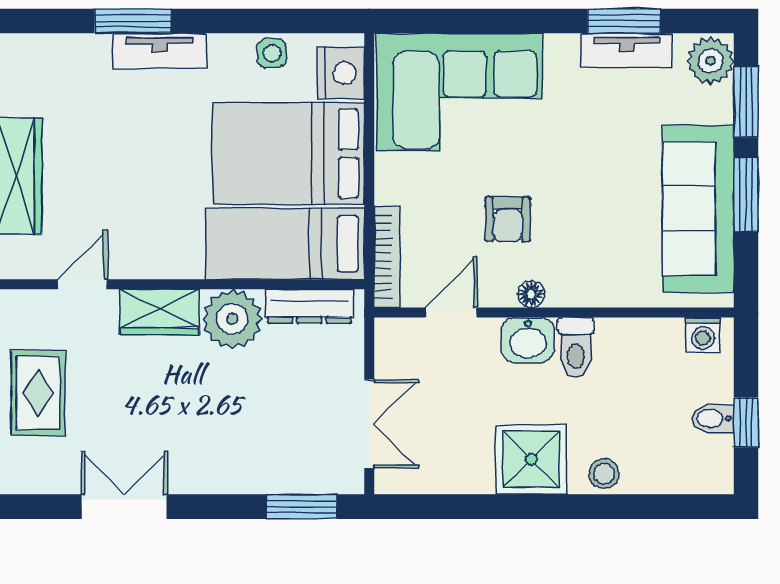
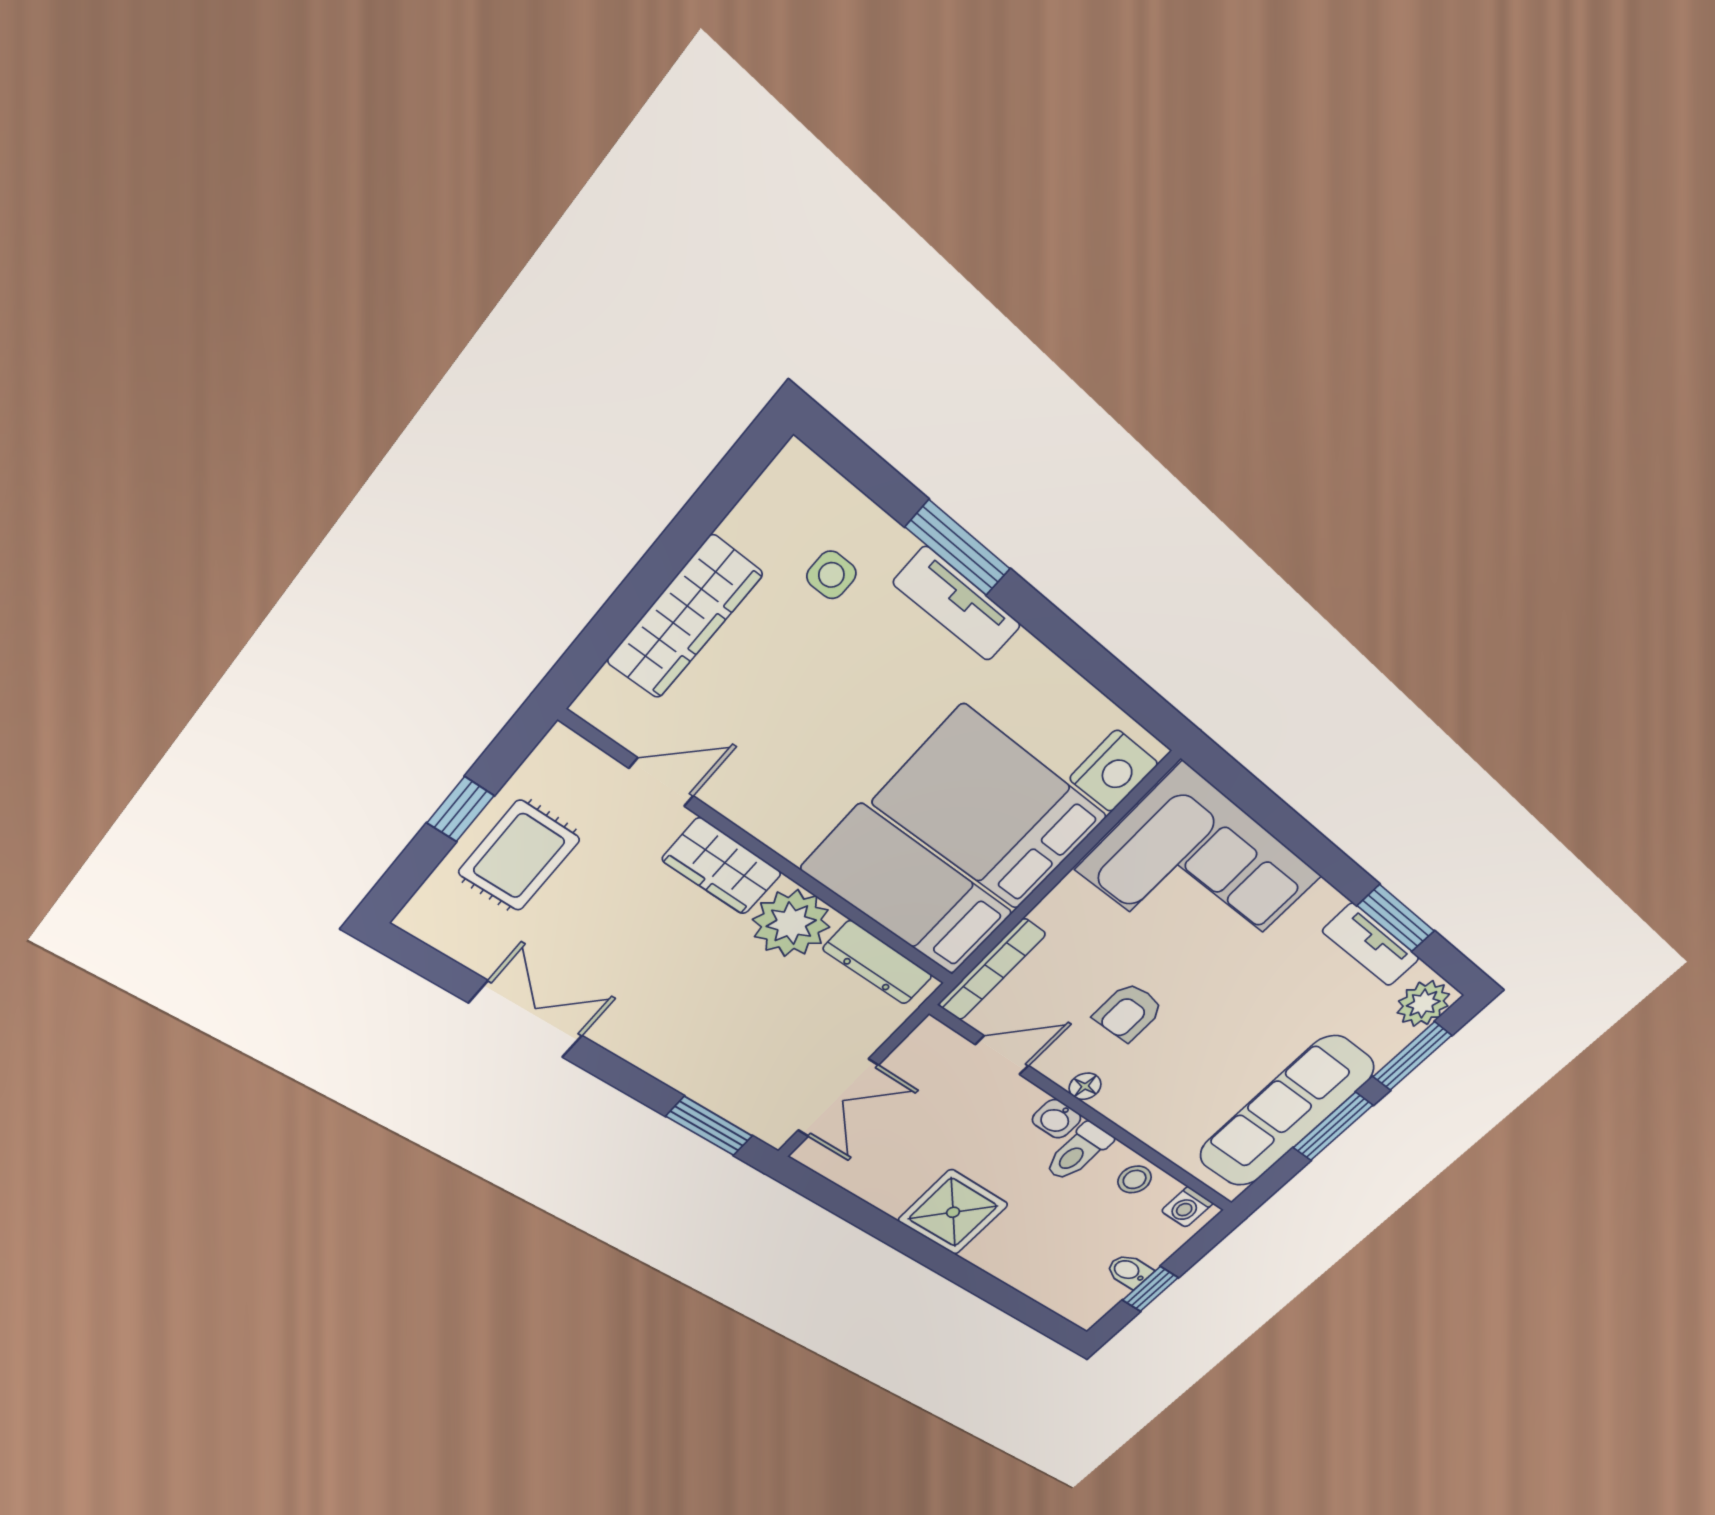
side table: (272, 53) -> (831, 575), moved
washbasin: (528, 340) -> (1056, 1119), width x0.72, depth x0.69
stool: (604, 474) -> (1135, 1179), moved

